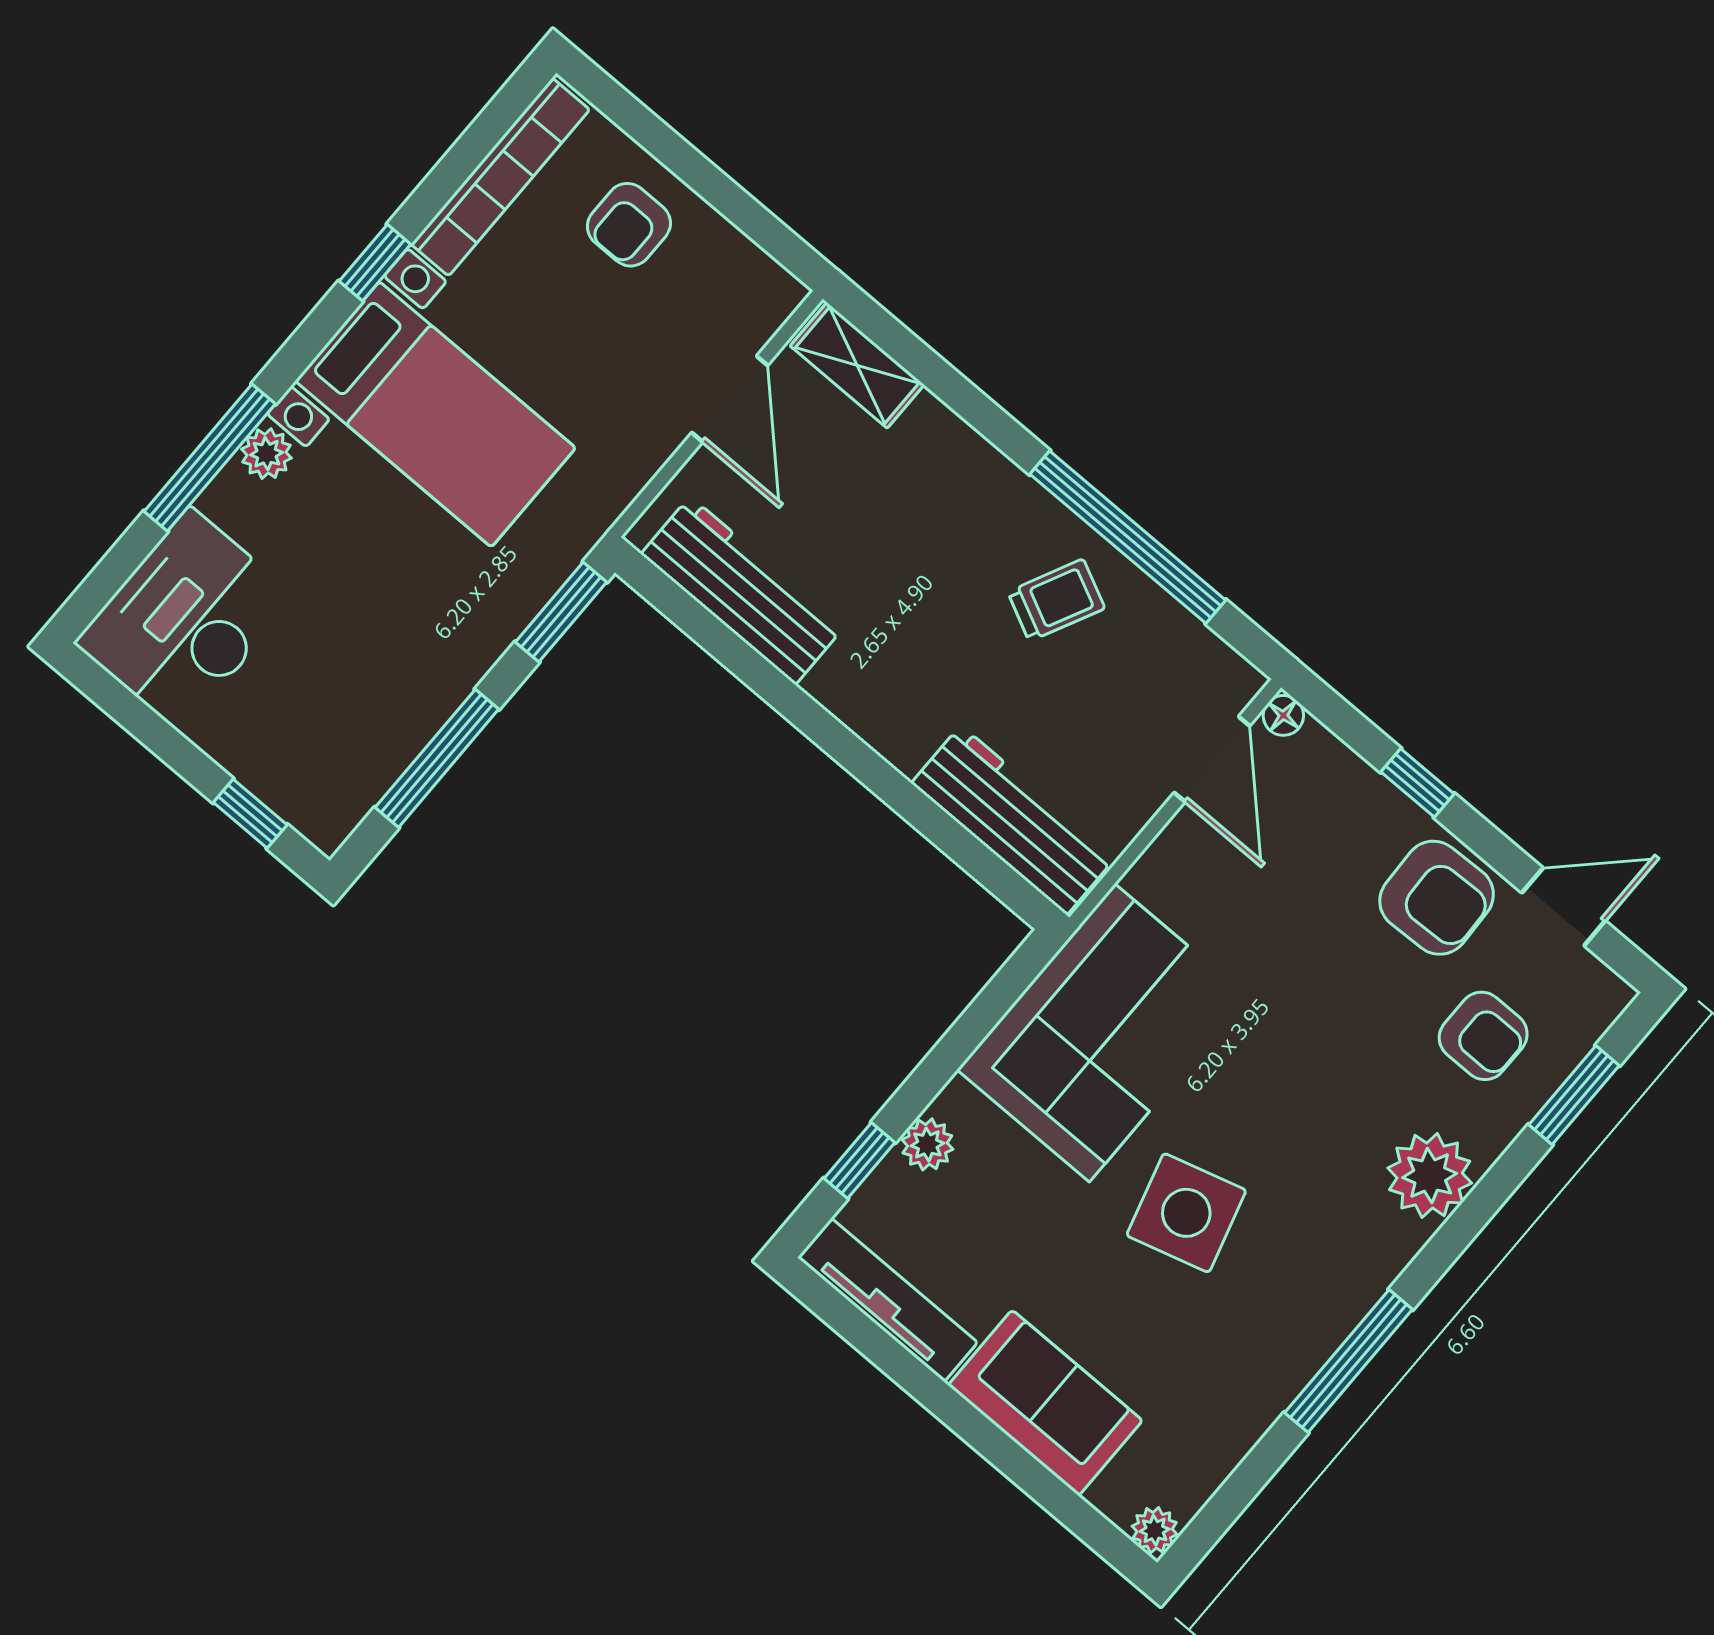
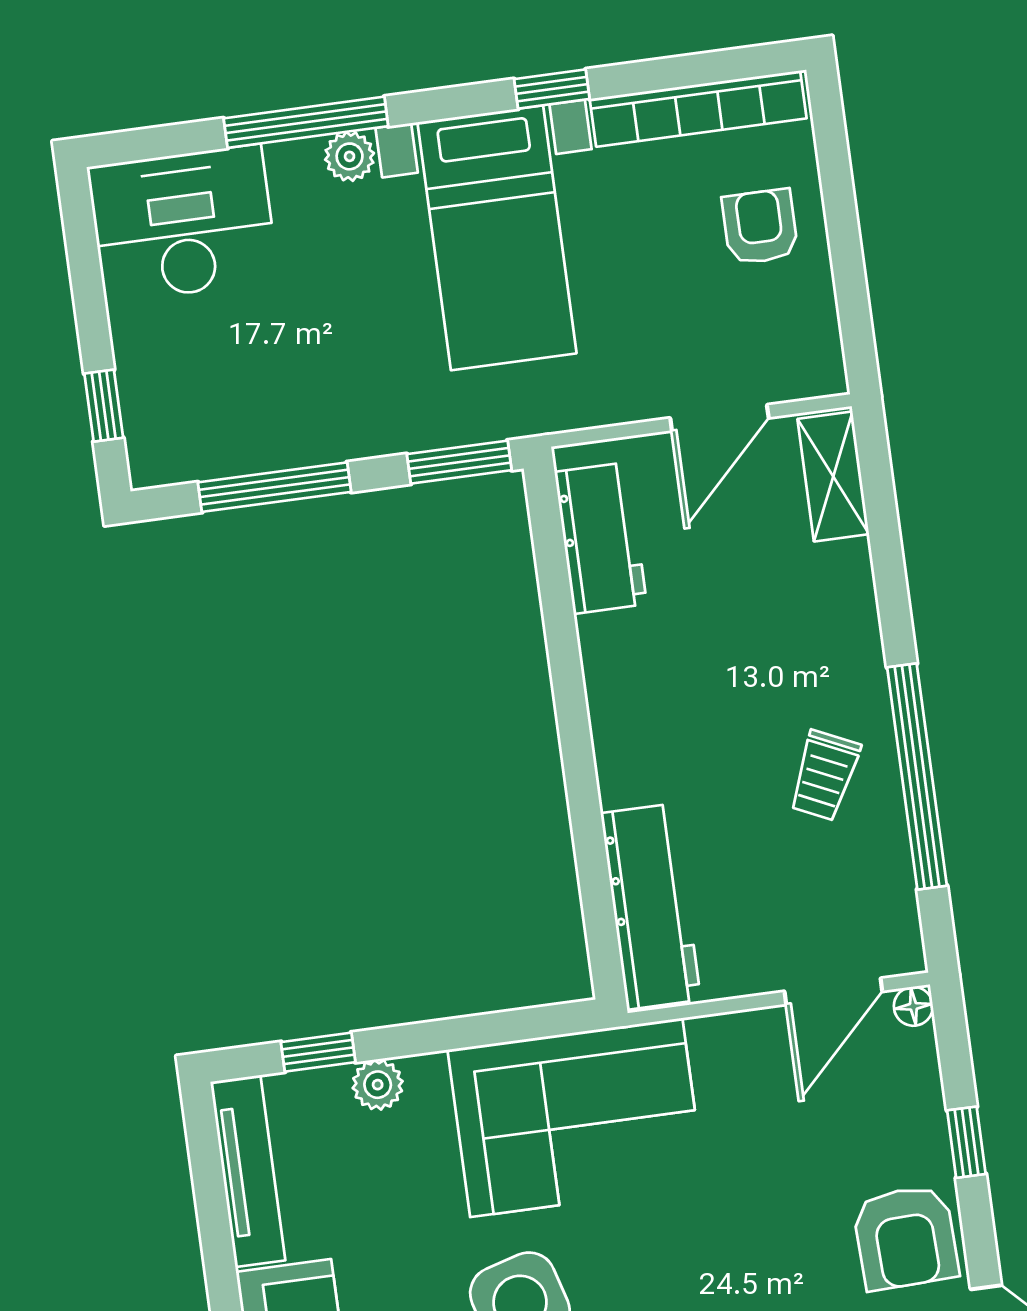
armchair: (629, 225) -> (760, 227), turned 90
workbench: (743, 591) -> (601, 538), width x0.73
trolley: (1056, 600) -> (824, 775), turned 89

